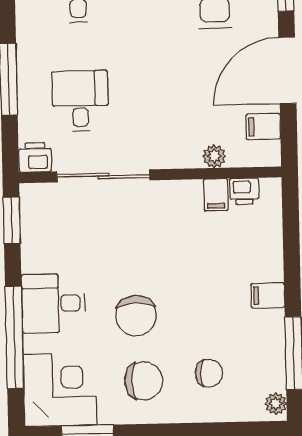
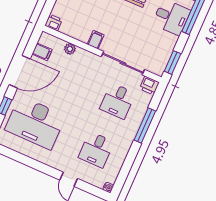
printer: (244, 191) -> (53, 23), moved
filing cabinet: (216, 195) -> (96, 40), moved

